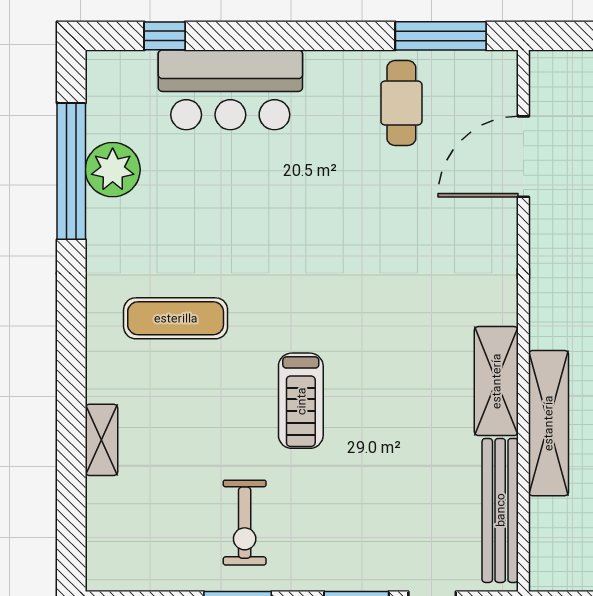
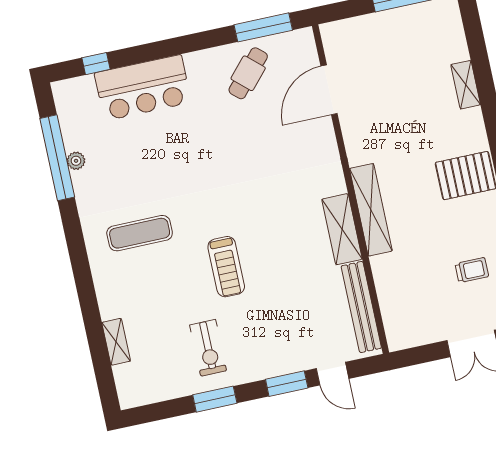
cafe table: (401, 103) -> (248, 73), turned 42
plant: (113, 170) -> (76, 161), width x0.53, depth x0.53
shelving: (548, 423) -> (371, 210), moved
shelving: (101, 440) -> (116, 342), moved

